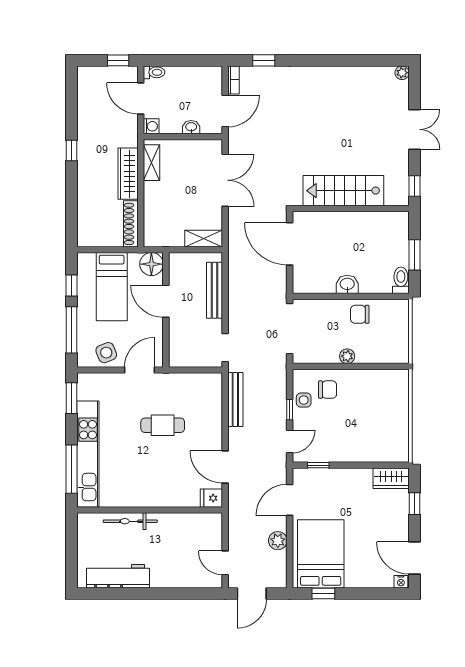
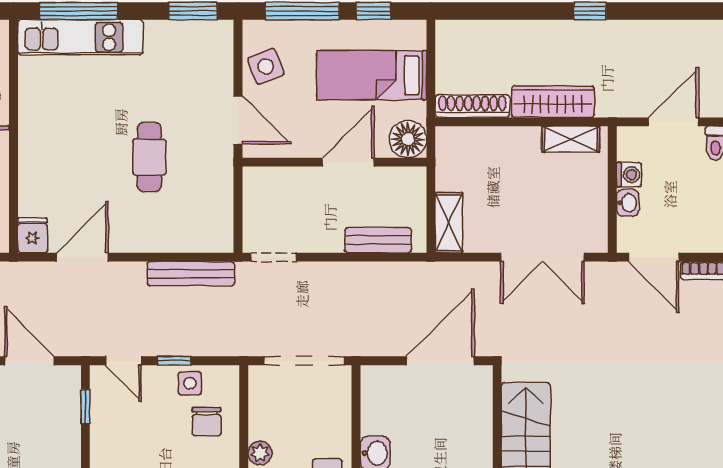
washing machine: (151, 126) -> (629, 175), moved, turned -90
bench: (214, 290) -> (378, 240), width x0.73
kitchen unit: (88, 454) -> (80, 37), width x0.73

